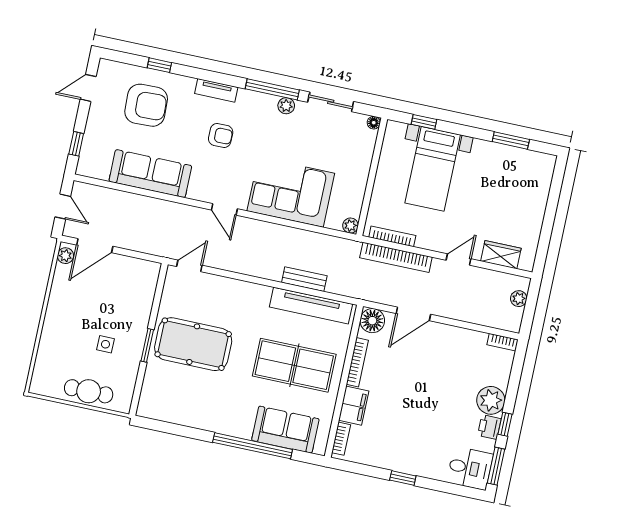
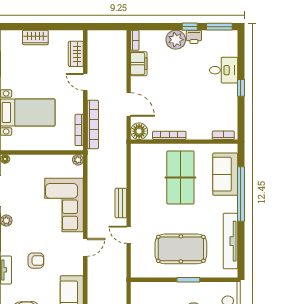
armchair: (221, 135) -> (36, 261), turned 90
wardrobe: (537, 203) -> (35, 37), added
door: (189, 266) -> (129, 235), moved
bench: (304, 279) -> (121, 203), moved
plant: (519, 299) -> (103, 36), removed
tv unit: (311, 306) -> (230, 241), moved, turned 180
pool table: (193, 344) -> (181, 249), turned 90
filing cabinet: (354, 406) -> (139, 64), moved, turned 90
desk: (470, 468) -> (224, 70), moved, turned 90

